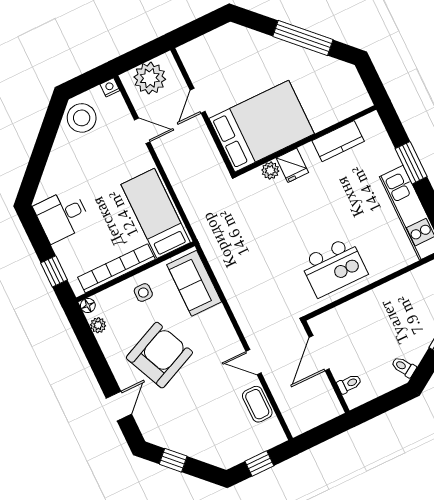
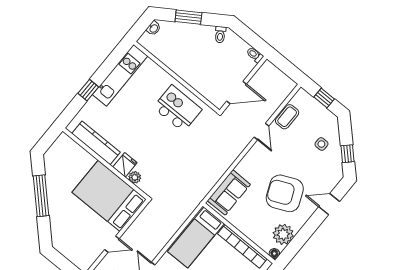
kitchen counter: (338, 141) -> (96, 143), width x1.50
window: (411, 163) -> (88, 90), width x0.67
side table: (143, 293) -> (321, 144), moved
plant: (98, 325) -> (283, 234), width x1.87, depth x1.87
toilet: (349, 384) -> (255, 55), moved

